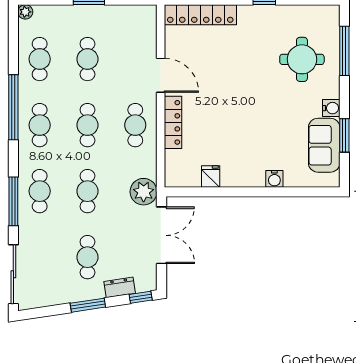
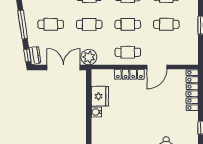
fridge: (211, 177) -> (100, 96), width x1.88, depth x1.34
water cooler: (274, 179) -> (96, 112), moved
double door: (162, 235) -> (63, 68), swing flipped
dresser: (120, 287) -> (35, 55), moved
window: (88, 305) -> (23, 25), width x1.44

